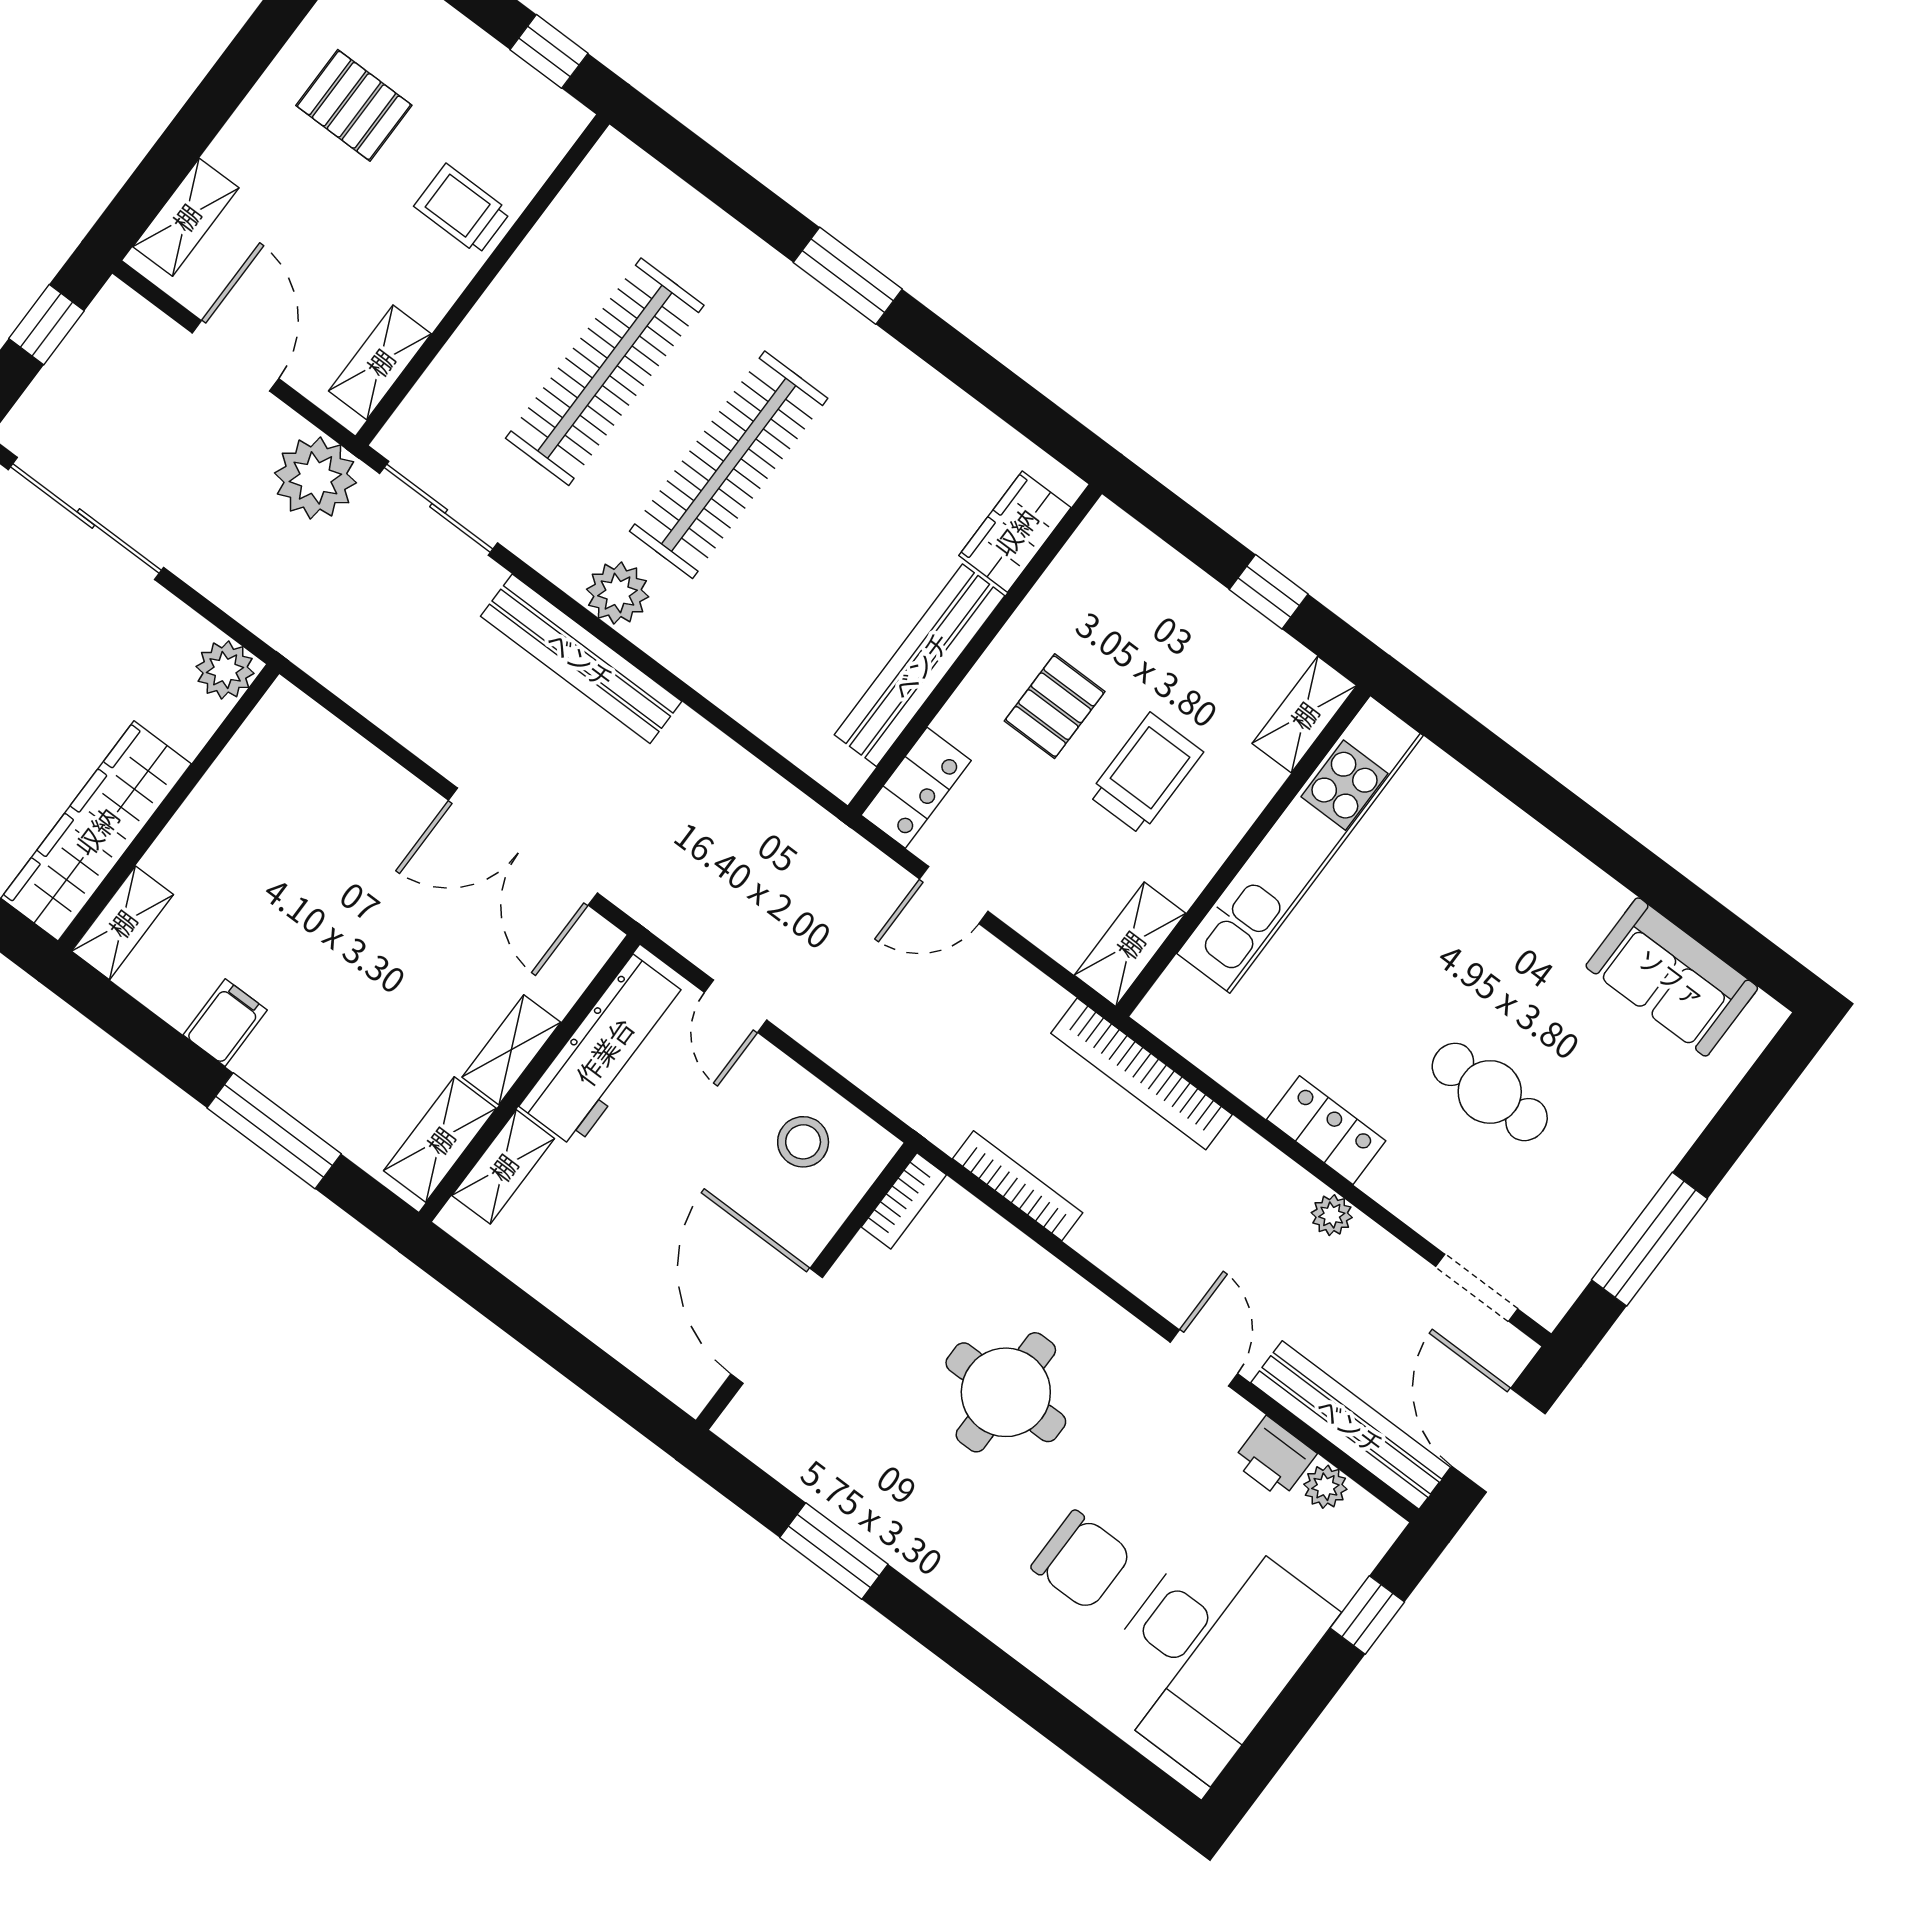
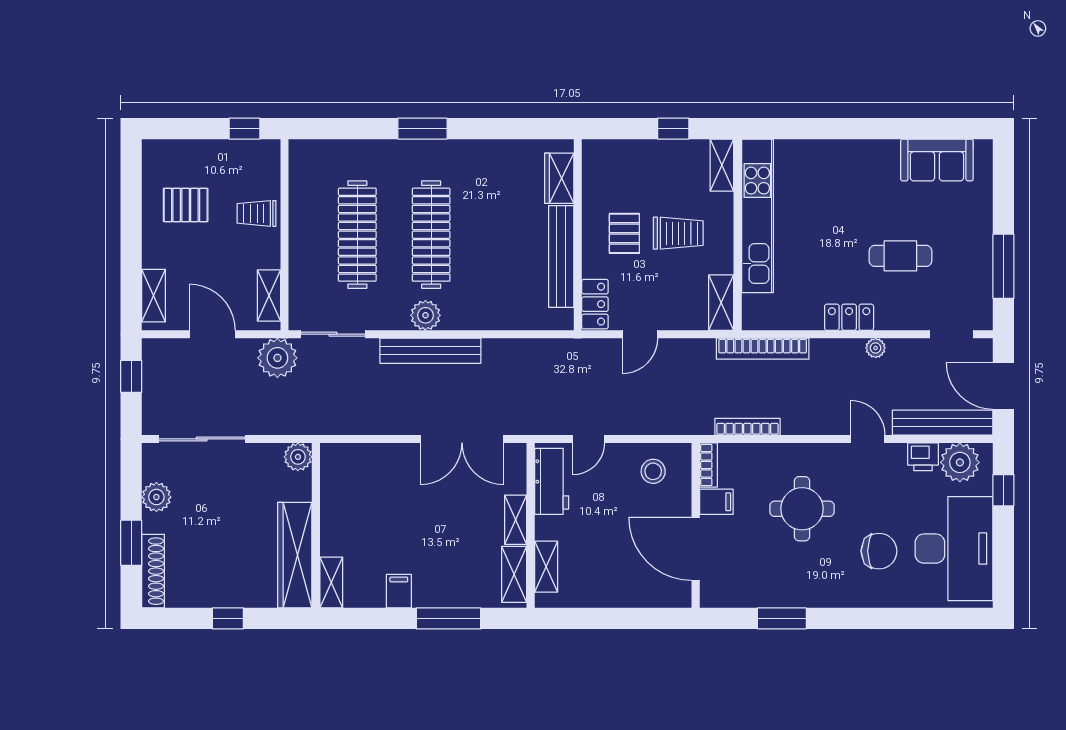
trolley: (1146, 774) -> (678, 233), turned 90
door: (736, 1006) -> (589, 439), hinge flipped
workbench: (604, 1051) -> (552, 481), width x0.73
filing cabinet: (871, 1273) -> (716, 502), added
plant: (1325, 1487) -> (960, 462), width x1.88, depth x1.88

